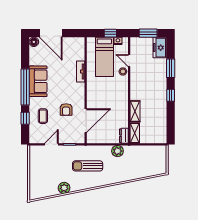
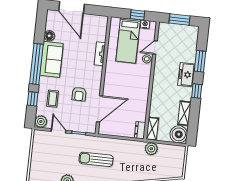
floor lamp: (34, 42) -> (49, 36), moved
freezer: (160, 48) -> (186, 75), moved
door: (129, 61) -> (155, 48), hinge flipped
shelving: (135, 111) -> (184, 113), moved
boiler: (159, 136) -> (179, 134), added
plant: (35, 138) -> (41, 122), added
door: (51, 144) -> (59, 131), hinge flipped
plant: (117, 151) -> (151, 149), moved

